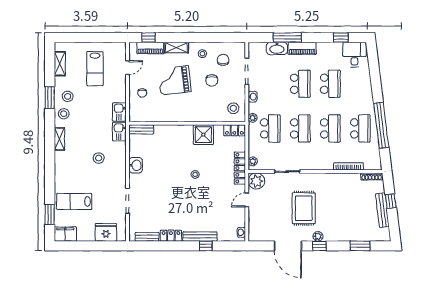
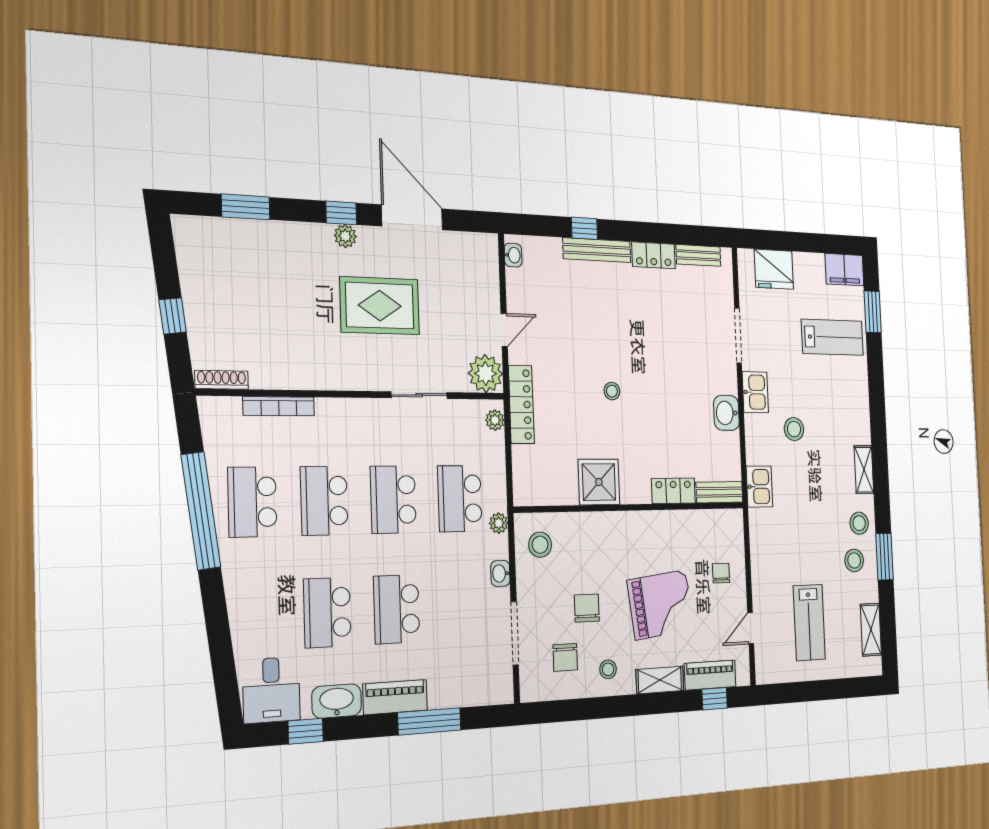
washbasin: (277, 48) -> (337, 701), moved
lab bench: (95, 69) -> (809, 622), turned 180
kitchen sink: (119, 112) -> (755, 392), moved
locker: (234, 130) -> (673, 491), moved
rug: (304, 208) -> (380, 306), turned 90
bench: (382, 210) -> (193, 294), removed

